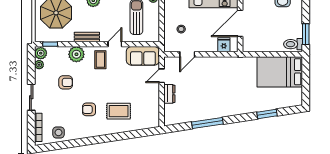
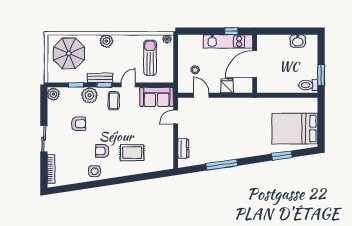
window: (50, 44) -> (76, 85), moved
window: (91, 44) -> (104, 85), added
fridge: (224, 45) -> (227, 86), moved
door: (187, 54) -> (201, 95), swing flipped
plant: (39, 65) -> (52, 106), removed
bed: (280, 72) -> (295, 129), moved
dresser: (169, 94) -> (183, 149), moved
side table: (58, 132) -> (94, 171), moved

